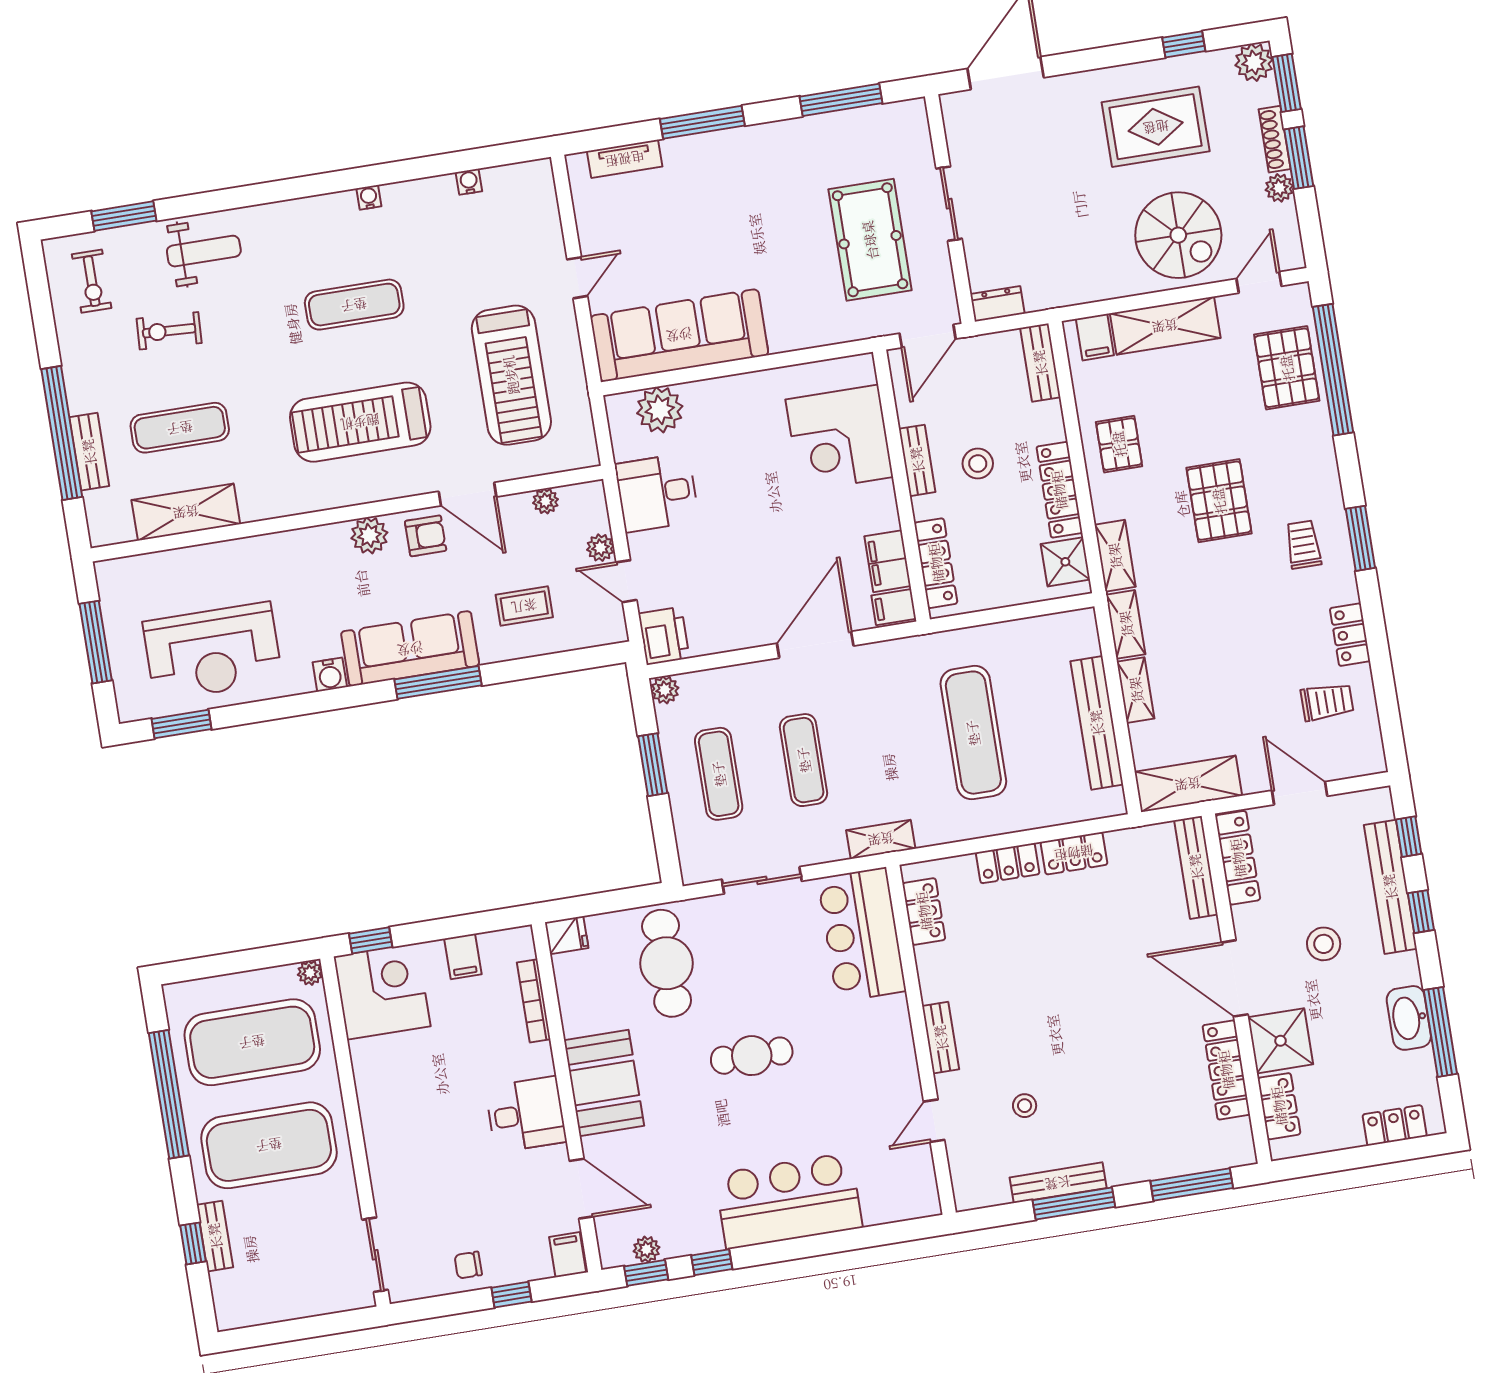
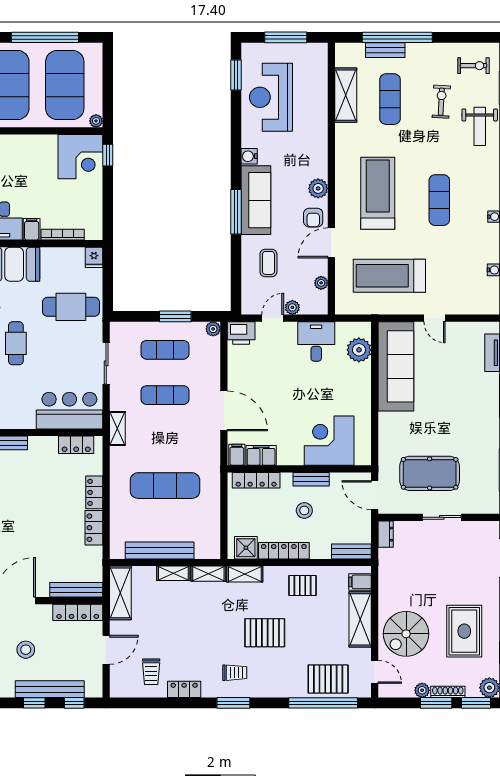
exercise bike: (92, 281) -> (474, 66), turned 180
filing cabinet: (463, 956) -> (32, 229), moved, turned 90

